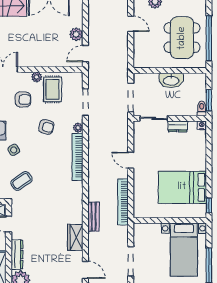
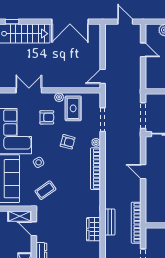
plant: (76, 34) -> (94, 59), removed
bookcase: (123, 202) -> (136, 223), moved
wardrobe: (75, 237) -> (93, 229), moved

